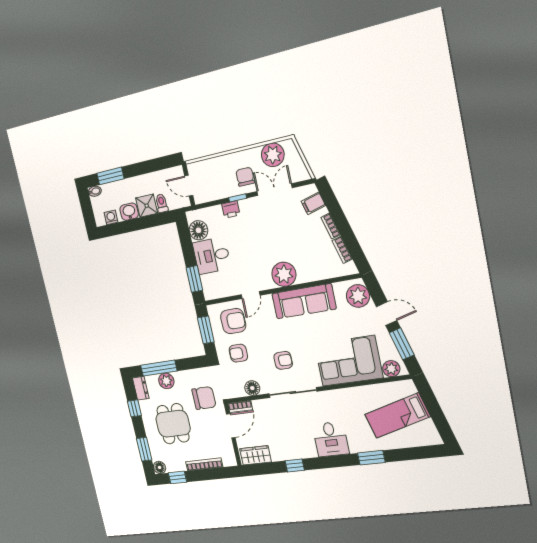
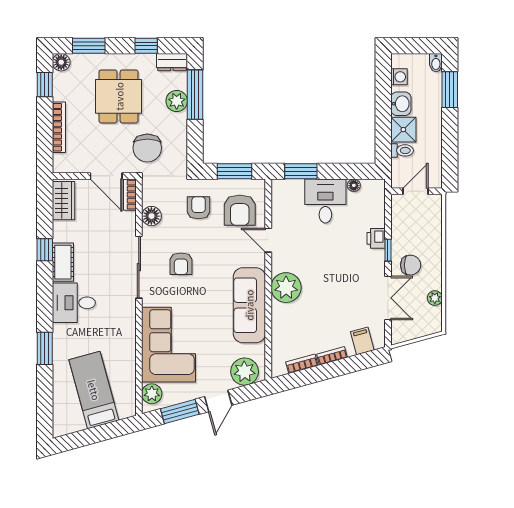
plant: (273, 155) -> (435, 298), width x0.53, depth x0.53
floor lamp: (198, 230) -> (354, 185), width x0.53, depth x0.53
dining table: (173, 424) -> (119, 96), turned 90
cot: (301, 451) -> (63, 262), added

